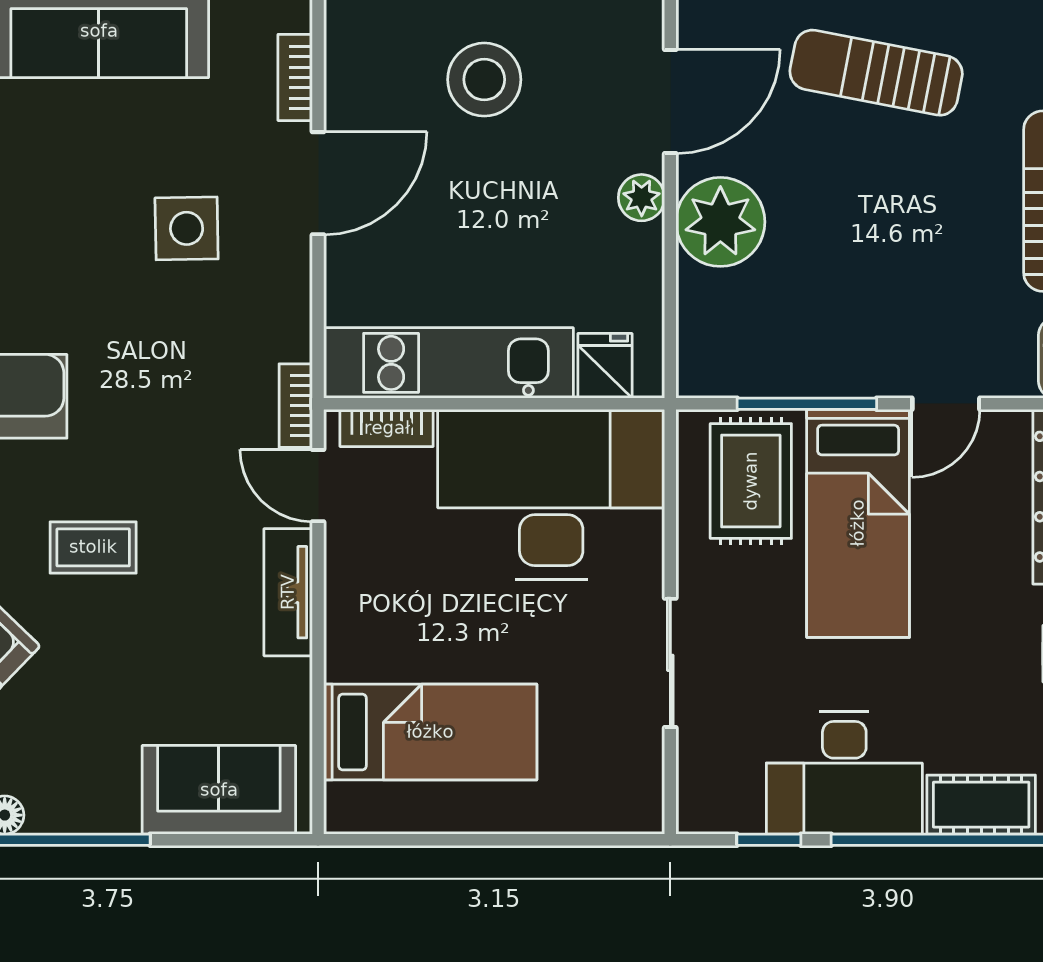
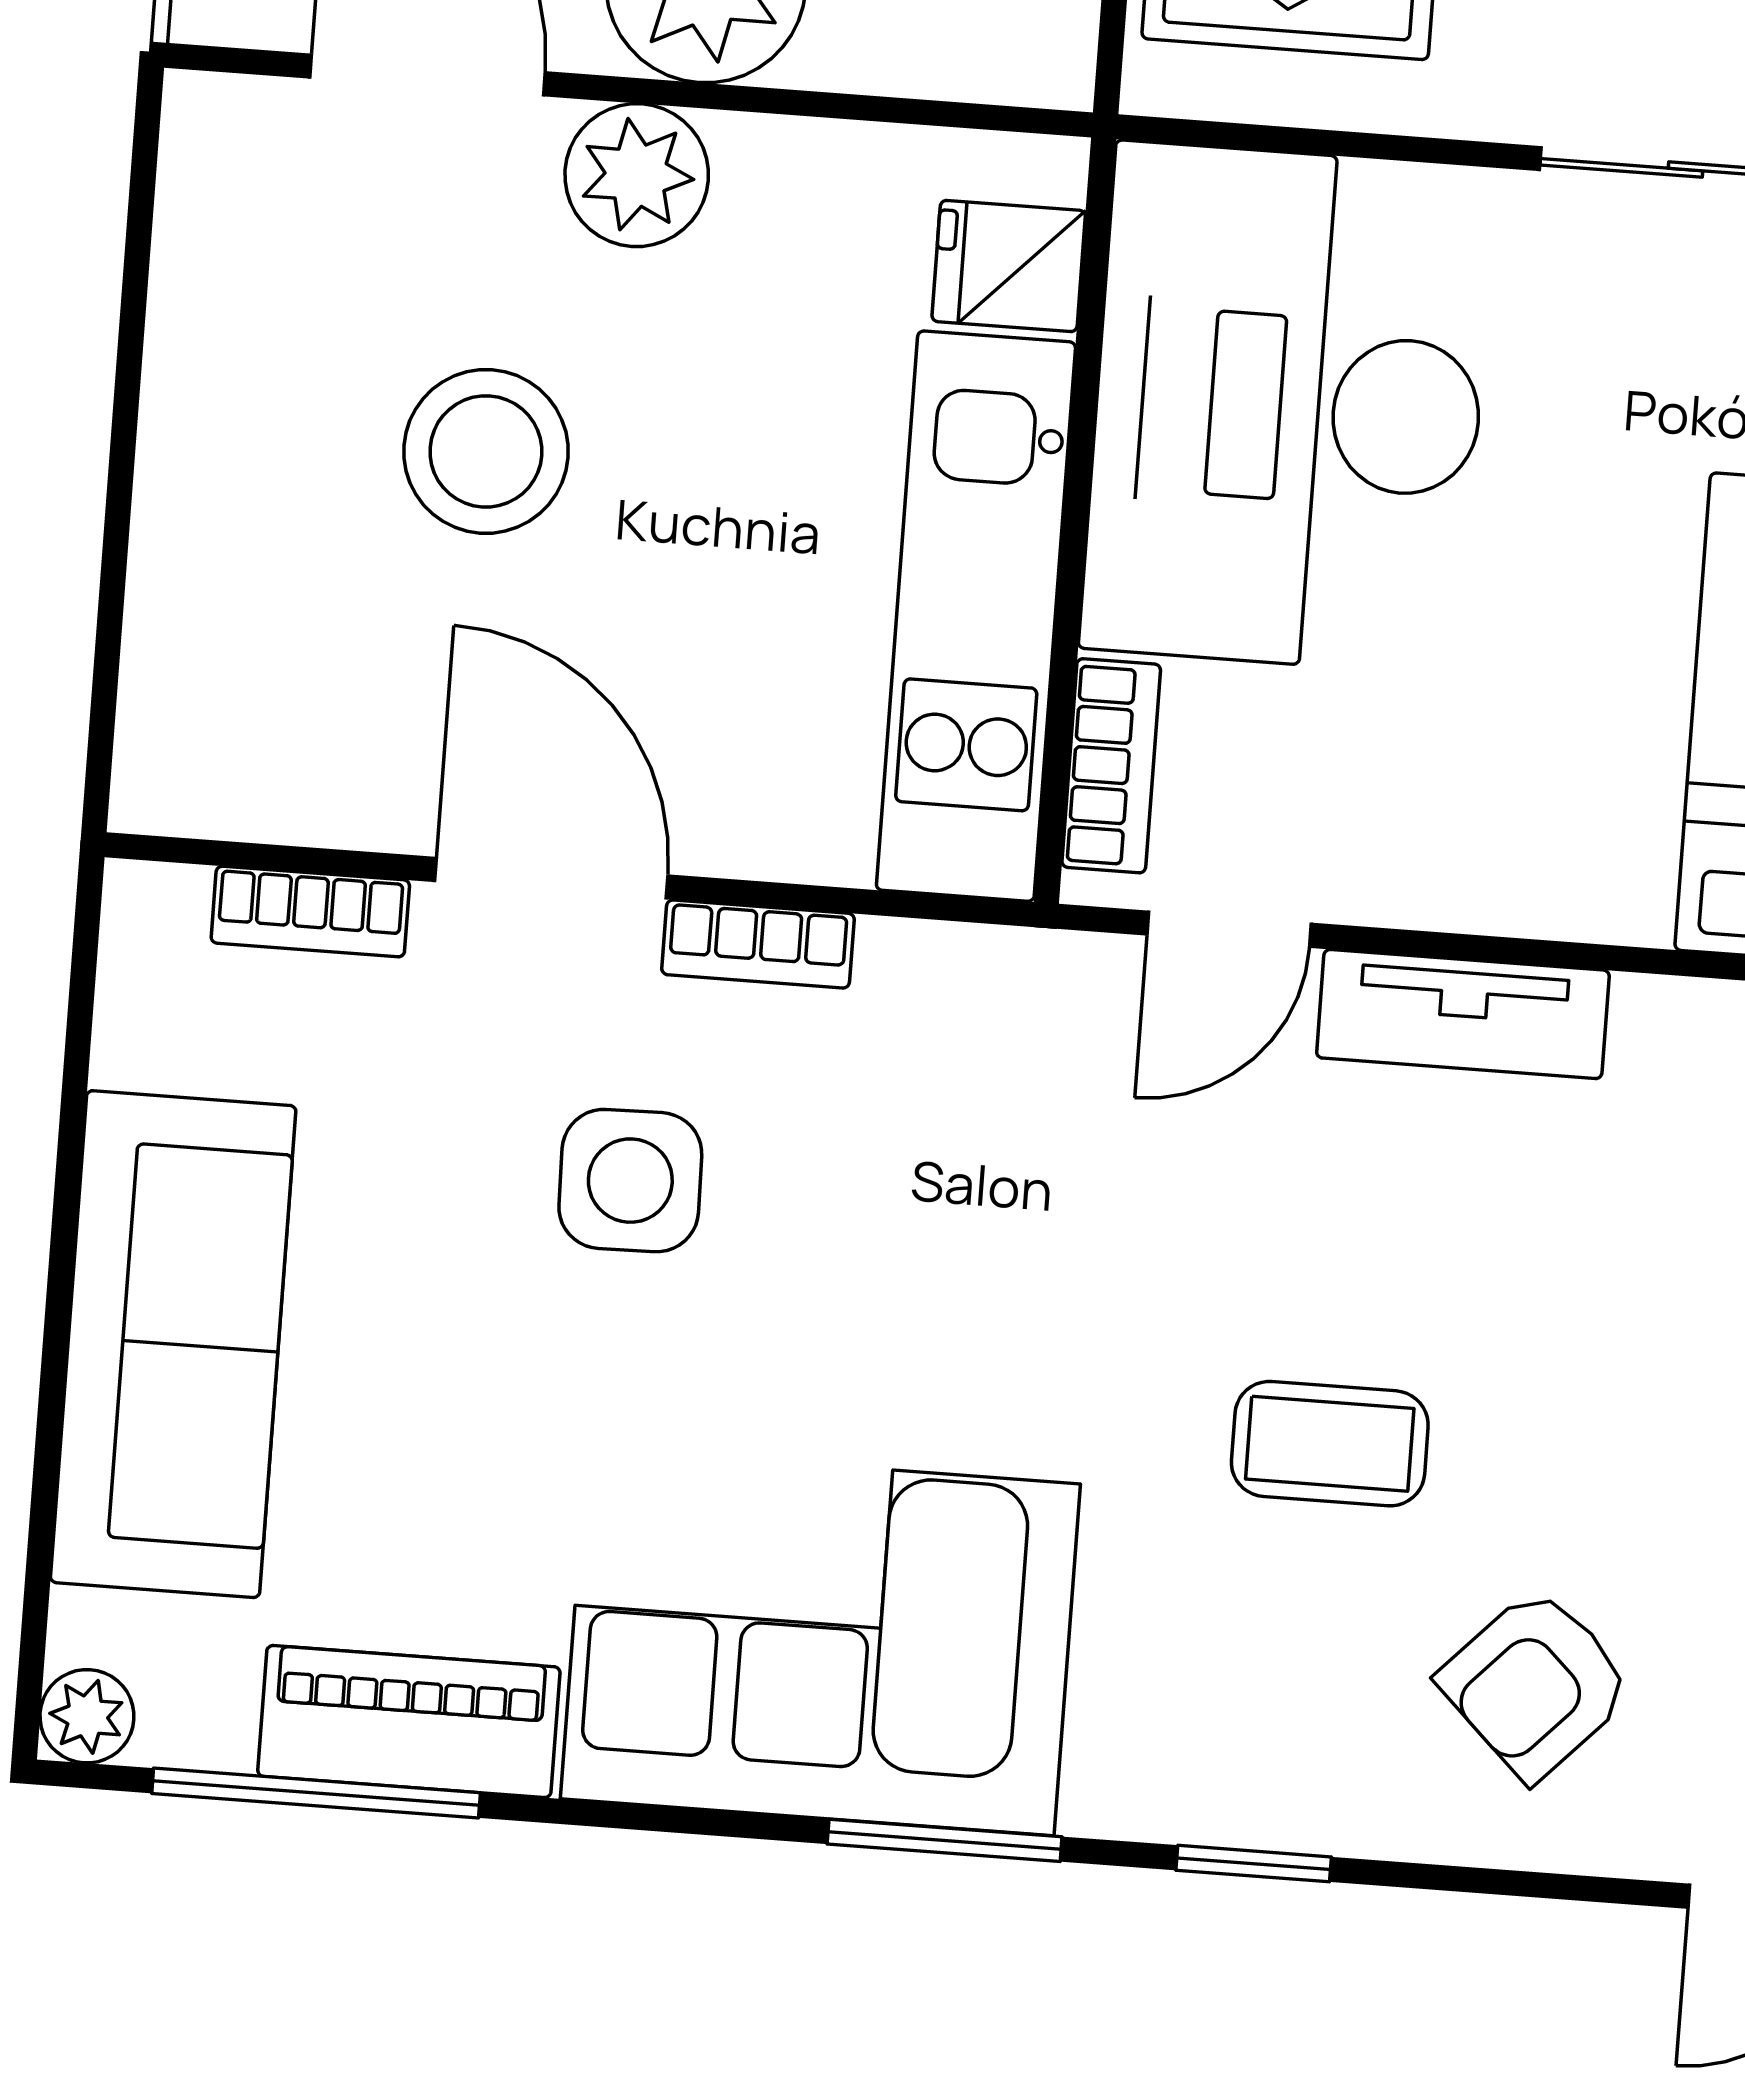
stool: (484, 80) -> (486, 451), moved
plant: (642, 198) -> (637, 175), width x1.38, depth x1.38
bookcase: (296, 406) -> (758, 944), moved
coffee table: (93, 547) -> (1330, 1444), turned 90

